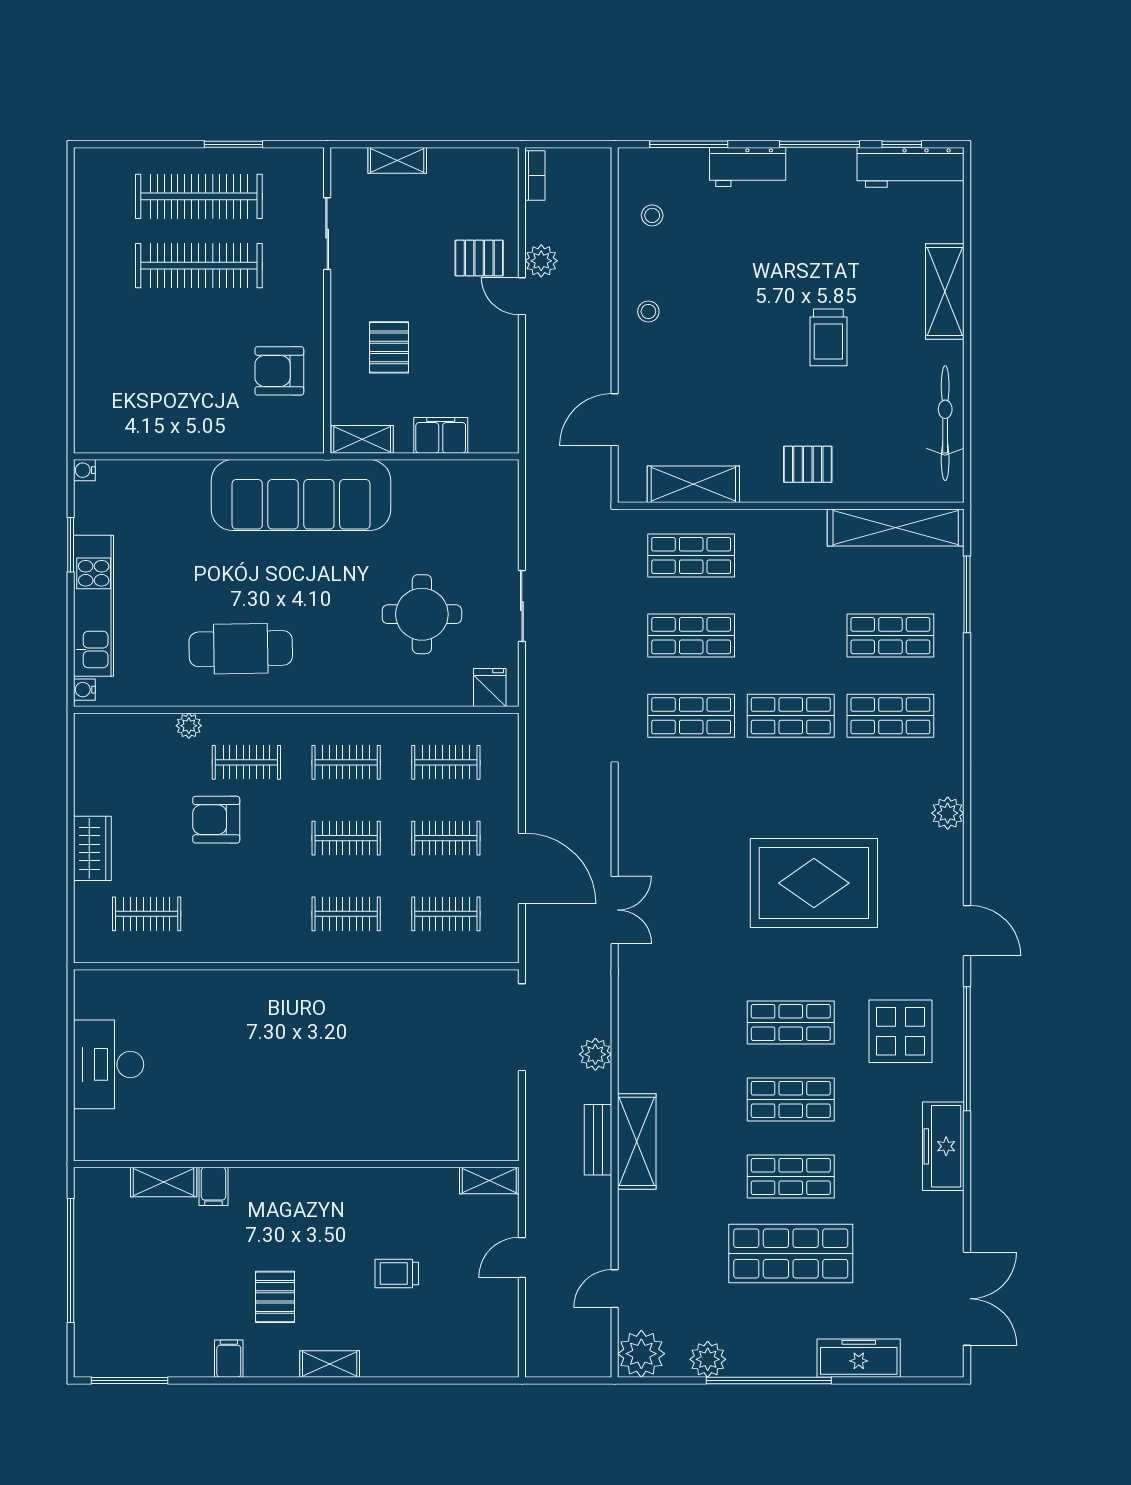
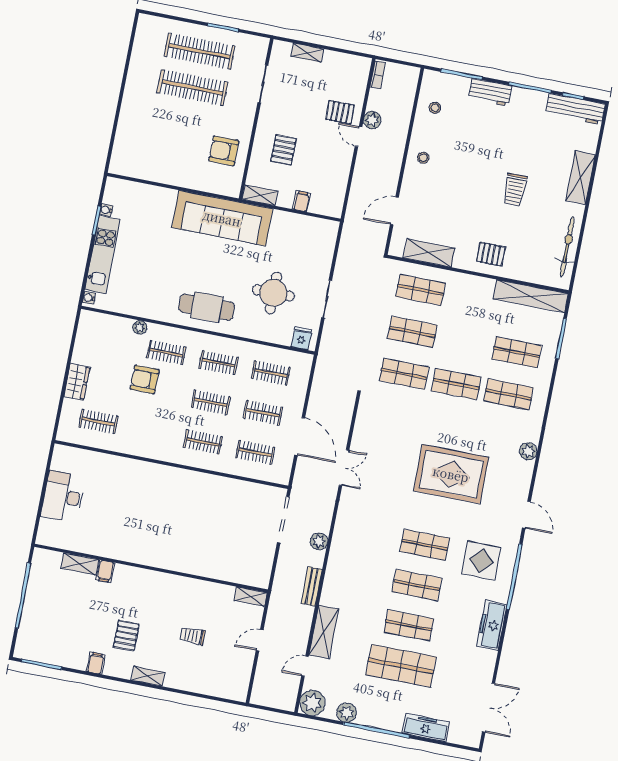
filing cabinet: (441, 435) -> (302, 201), width x0.50
water cooler: (84, 470) -> (106, 210), moved
cafe table: (241, 649) -> (207, 307), moved
shelving: (637, 1141) -> (324, 632), moved

